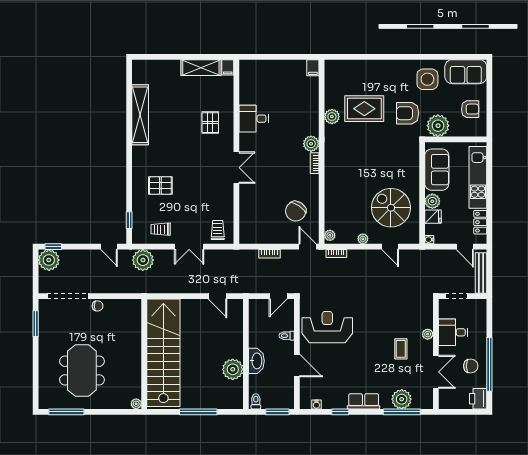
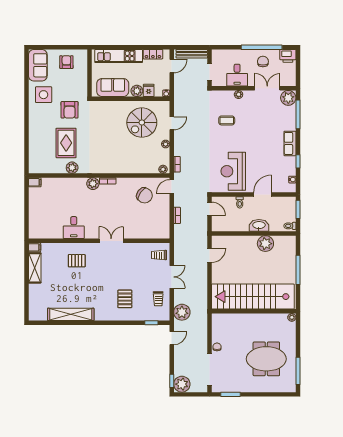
plant: (438, 126) -> (79, 87), removed
coffee table: (401, 349) -> (227, 120), moved
plant: (402, 399) -> (288, 98), moved

